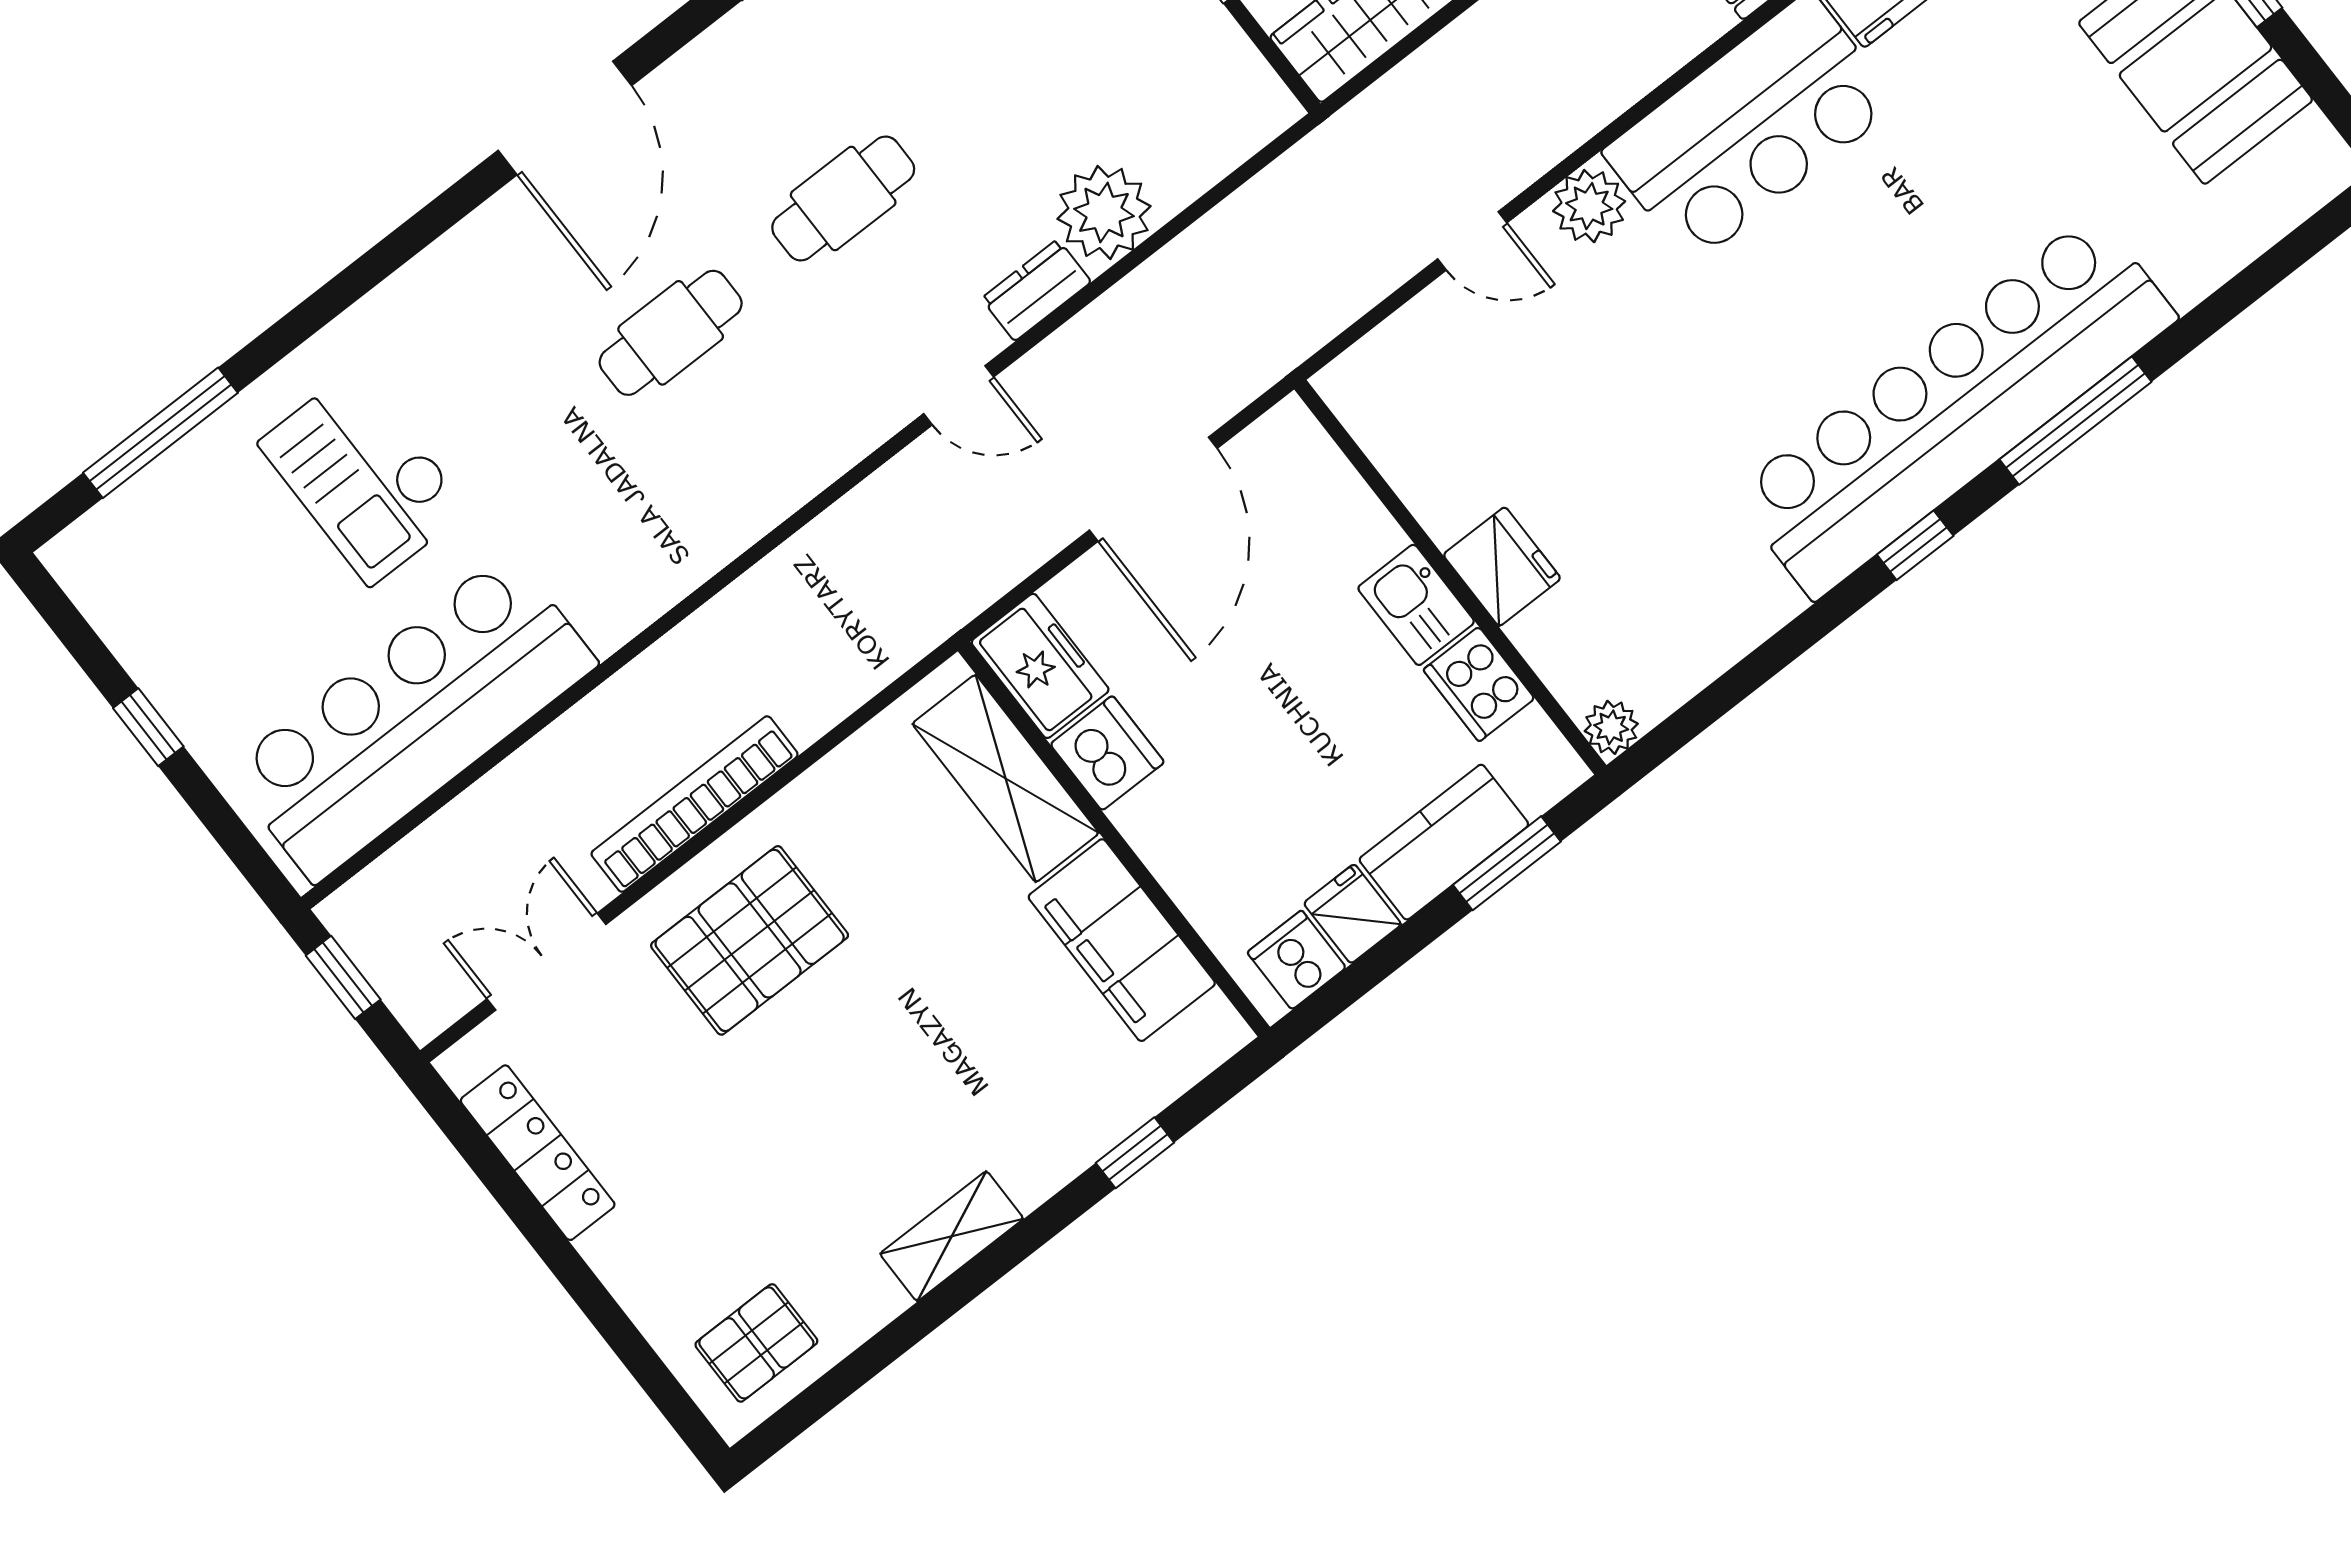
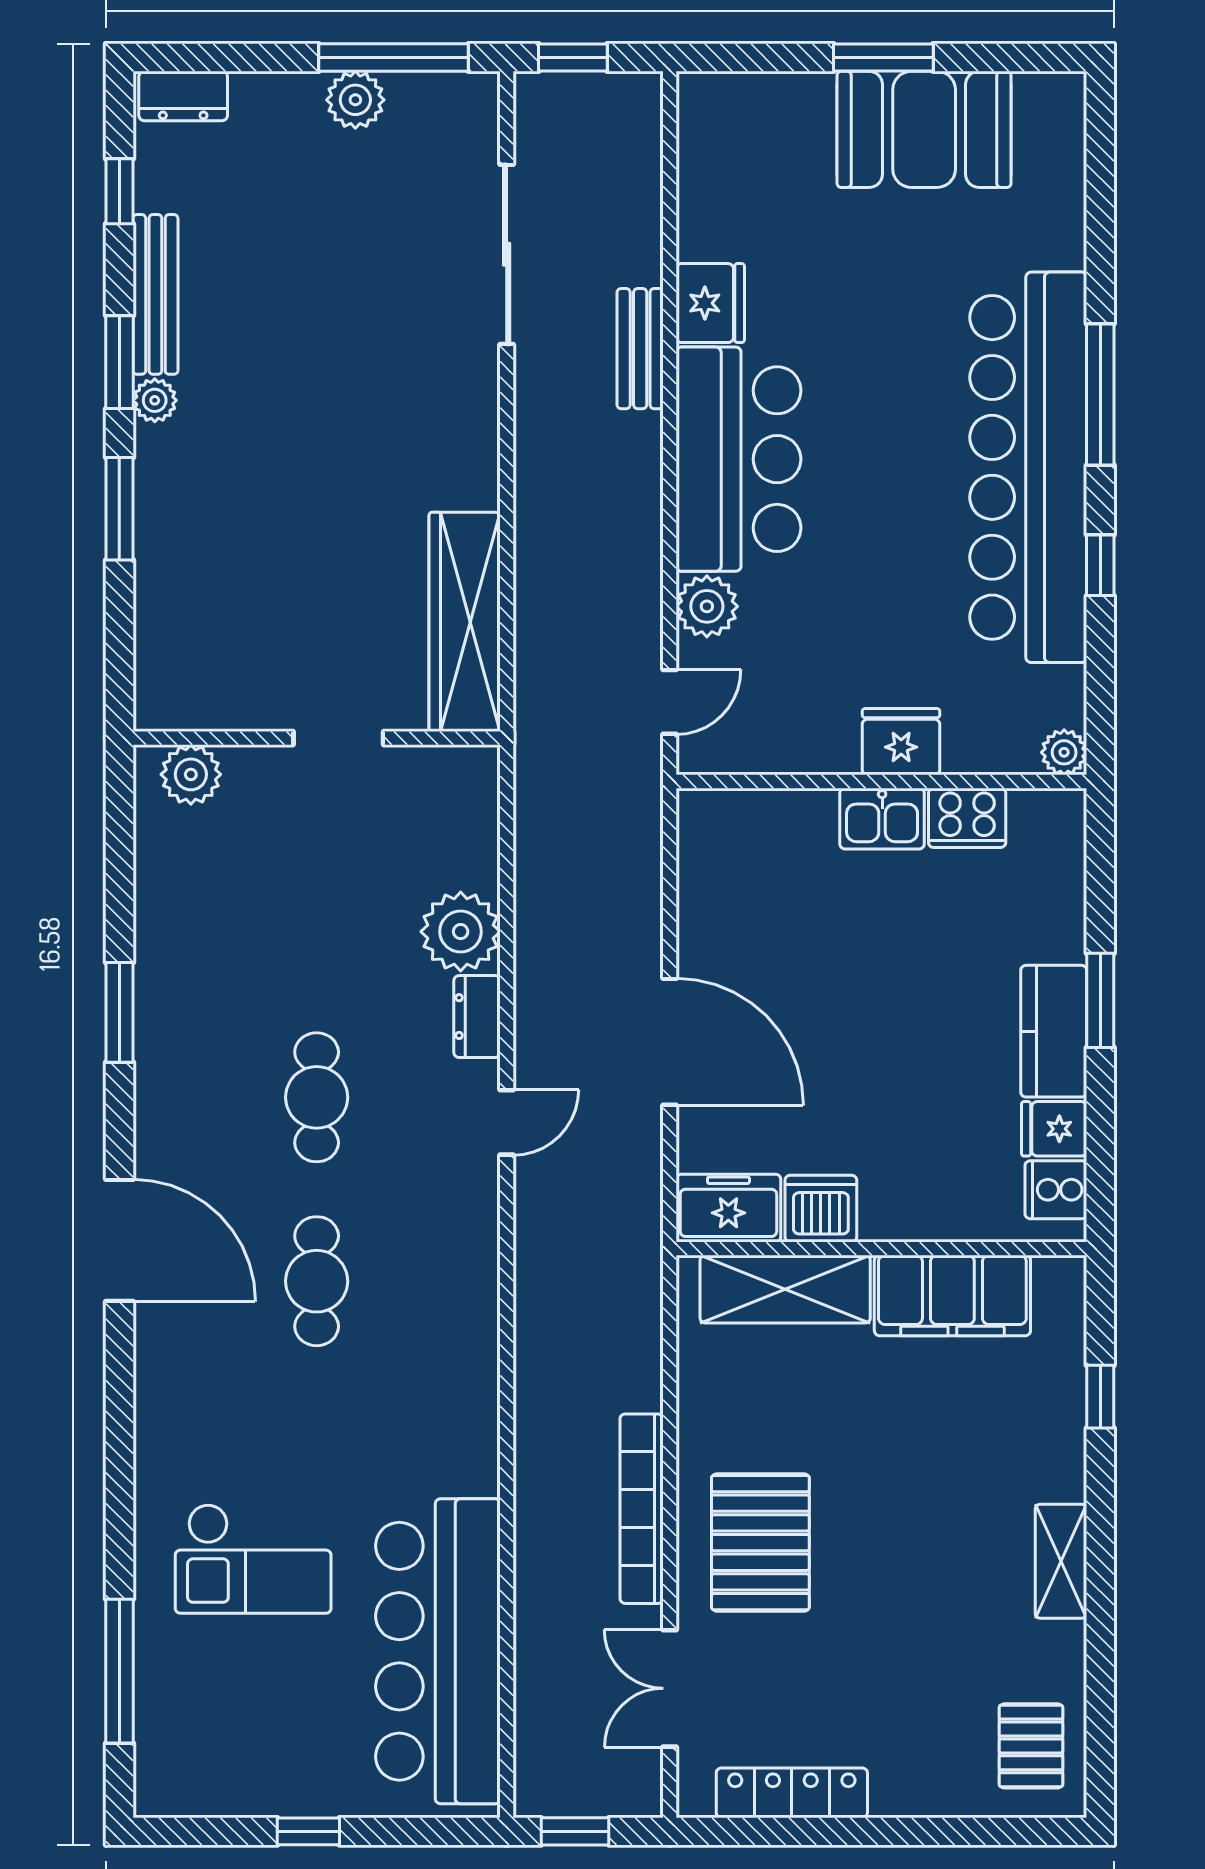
fridge: (1502, 567) -> (901, 742), moved
wall: (1450, 577) -> (881, 782), moved
kitchen sink: (1416, 605) -> (882, 819), moved
cooker: (1479, 684) -> (967, 818), moved
plant: (1611, 727) -> (1064, 752), moved

